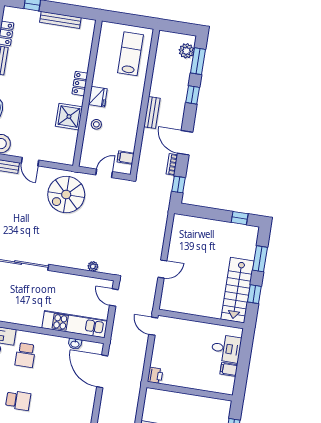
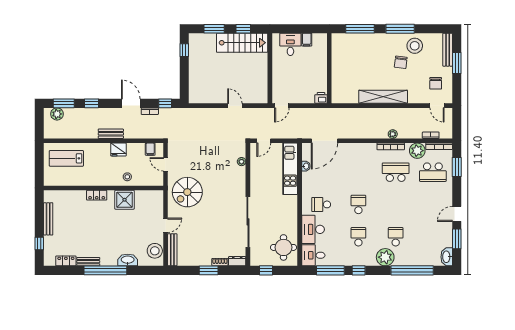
fridge: (98, 97) -> (118, 150), moved, turned 180
door: (185, 143) -> (131, 103), swing flipped
spiral stairs: (66, 195) -> (187, 192), turned 90
school desk: (25, 355) -> (321, 204), turned 180

